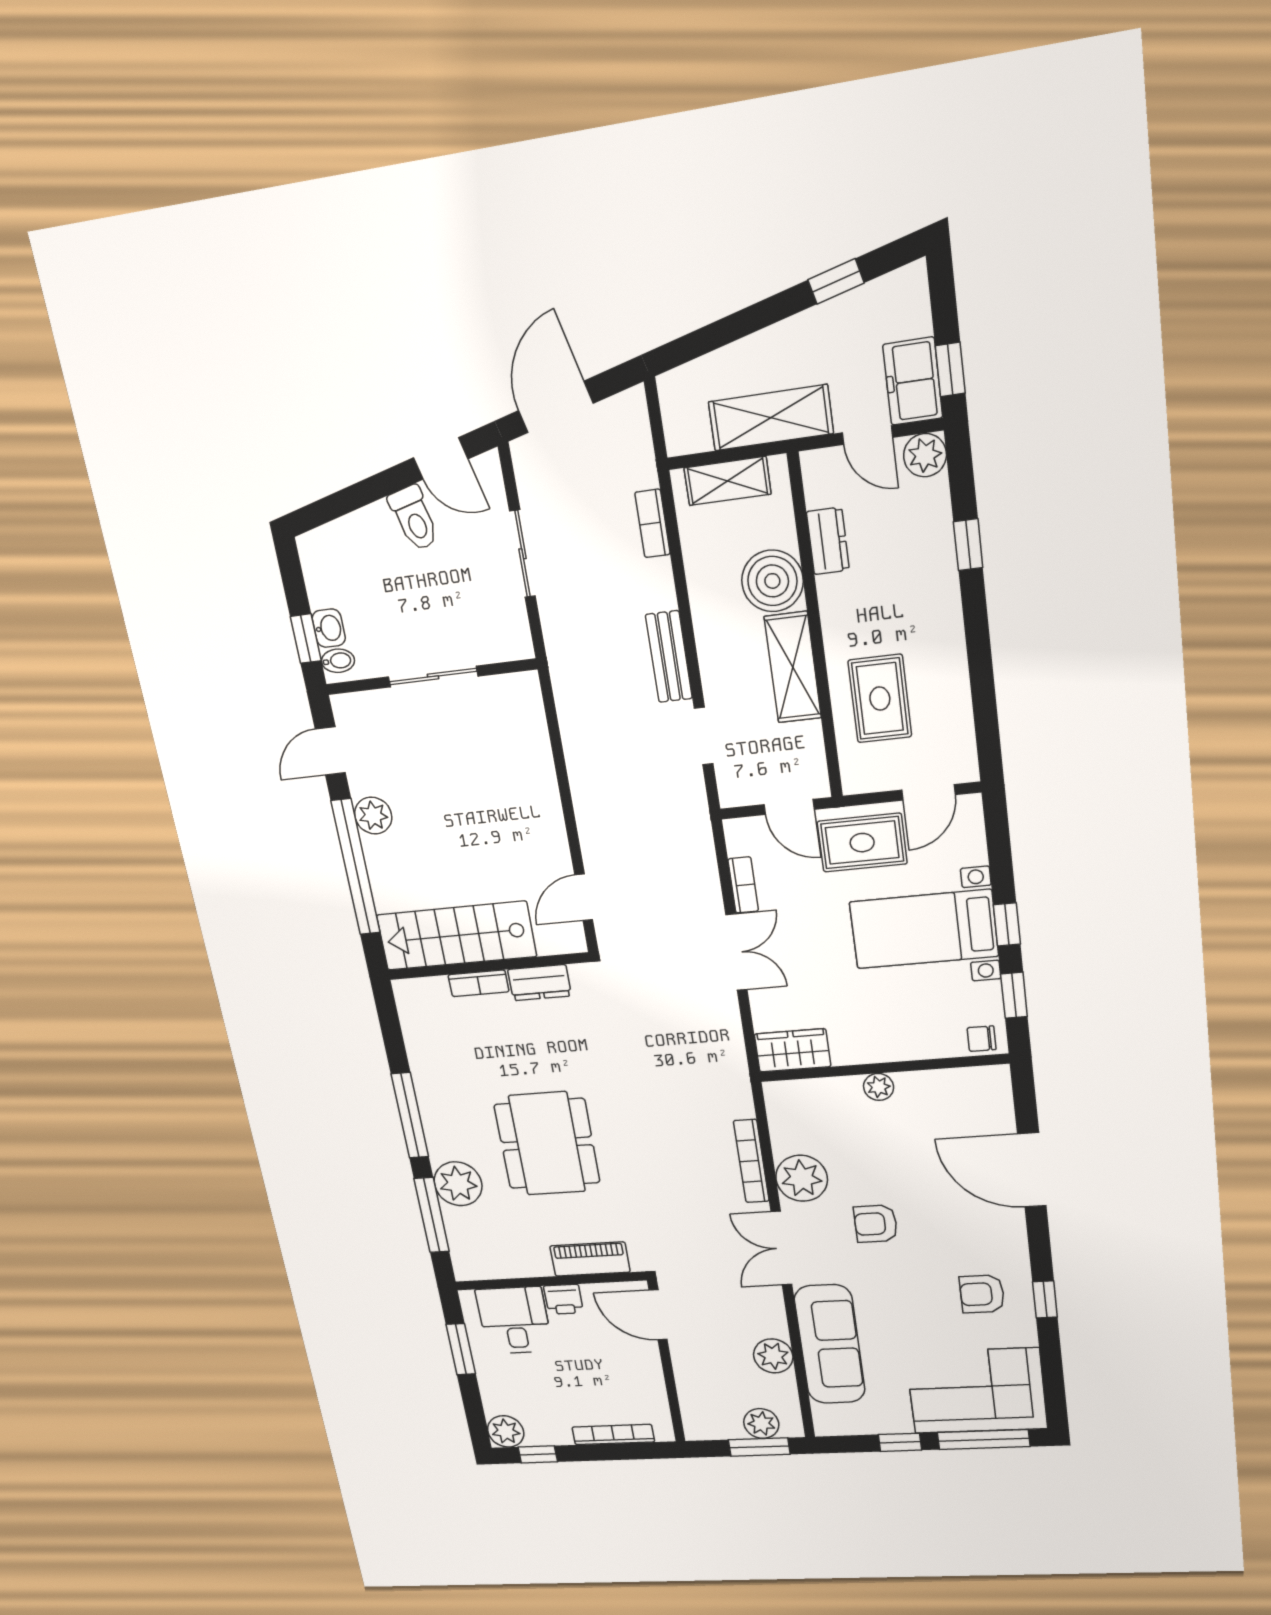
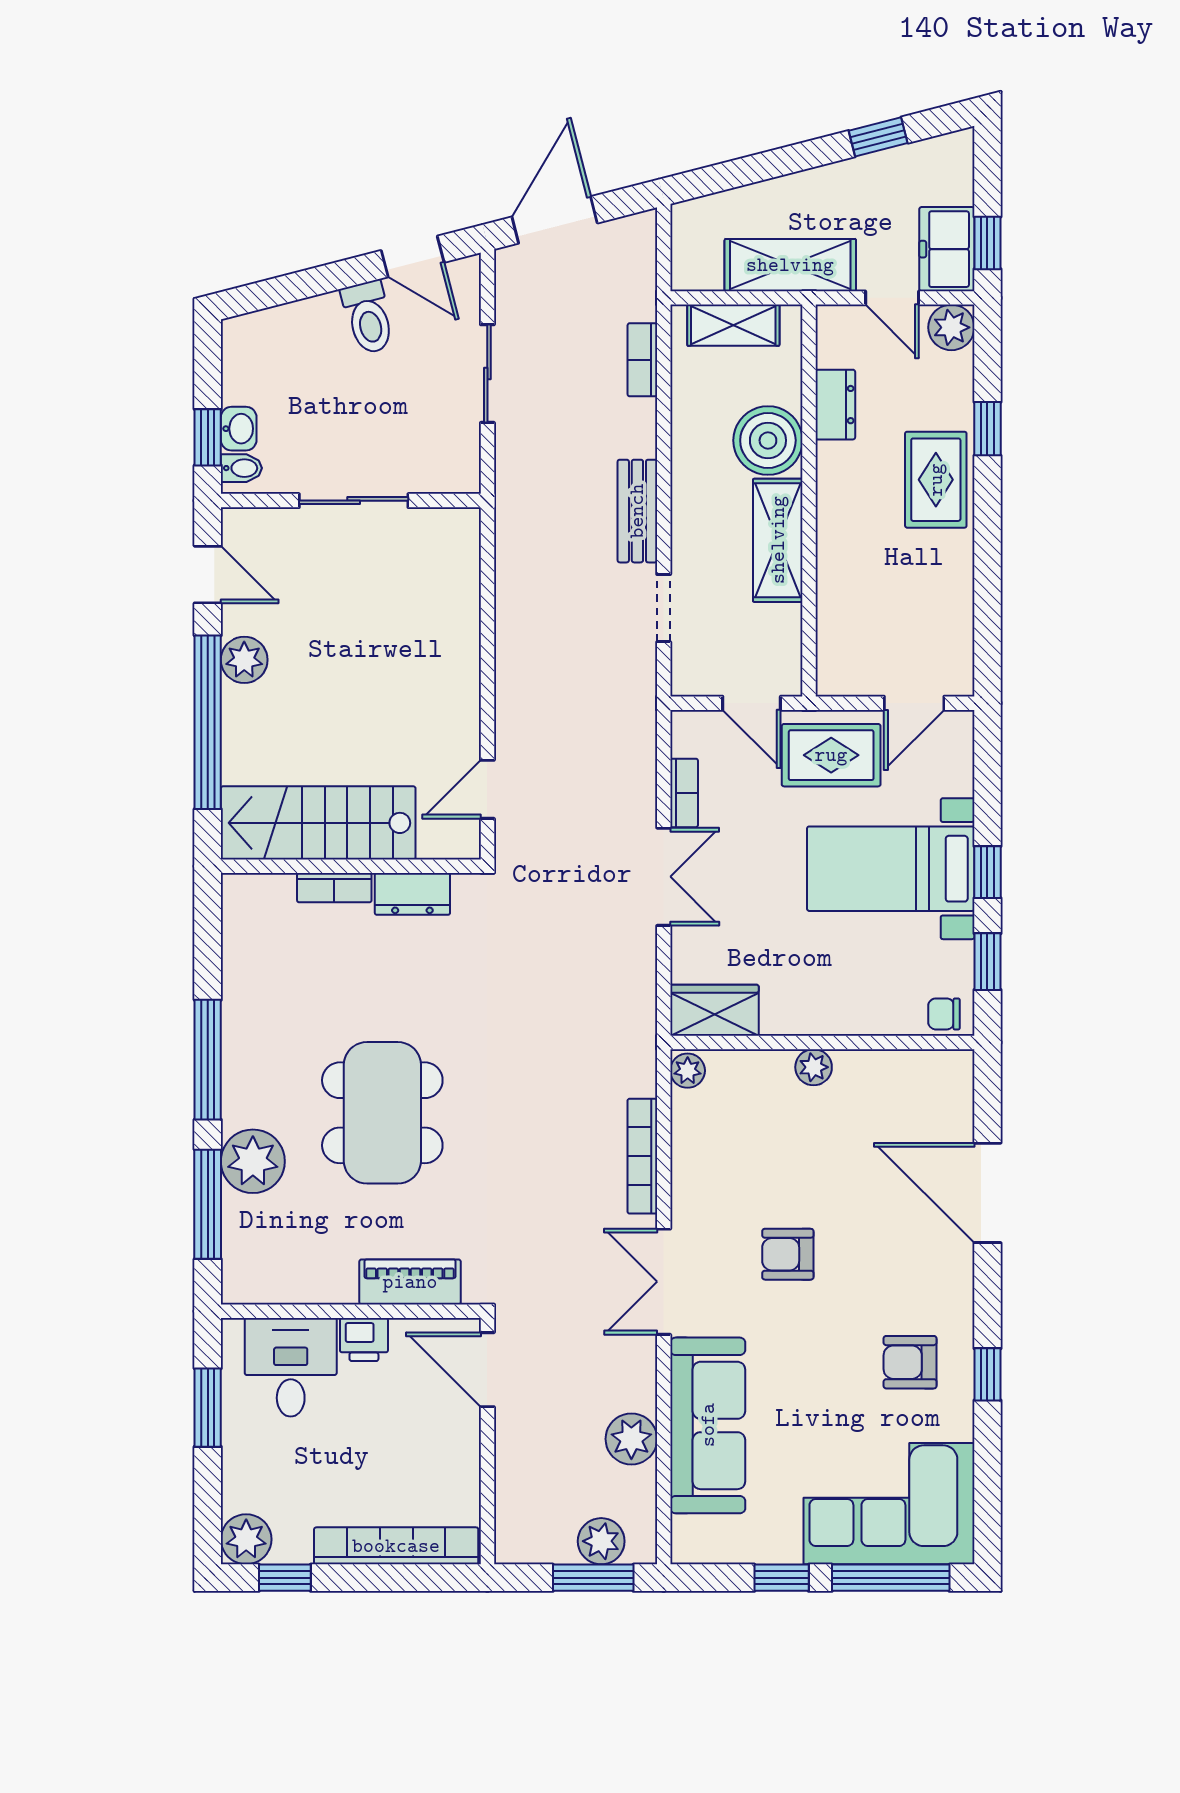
rug: (880, 699) -> (936, 480), moved
door: (330, 751) -> (208, 575), swing flipped
plant: (802, 1178) -> (688, 1071), moved, width x0.53, depth x0.53
bookcase: (613, 1435) -> (396, 1546), width x1.48, depth x1.31

